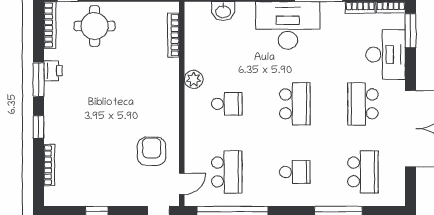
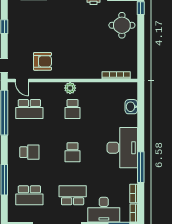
plant: (194, 79) -> (70, 88), moved
school desk: (295, 104) -> (73, 152), width x0.54
school desk: (295, 172) -> (29, 152), turned -90

